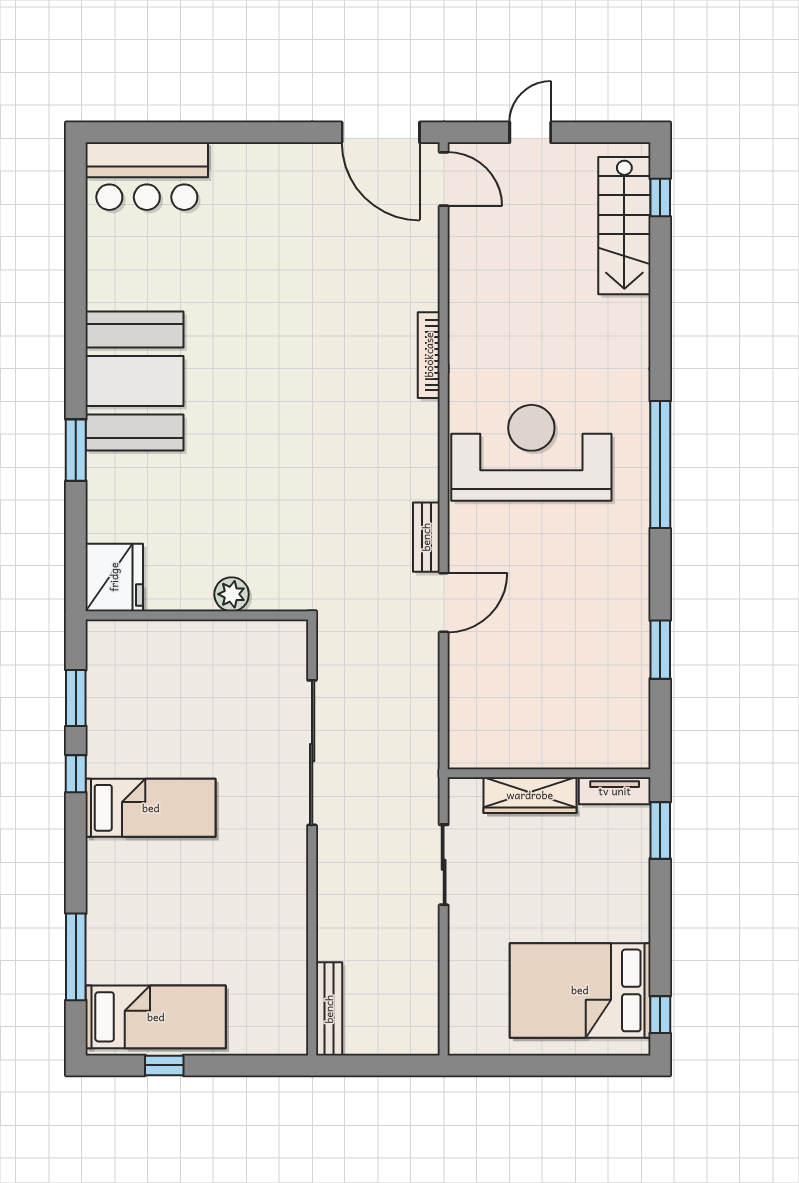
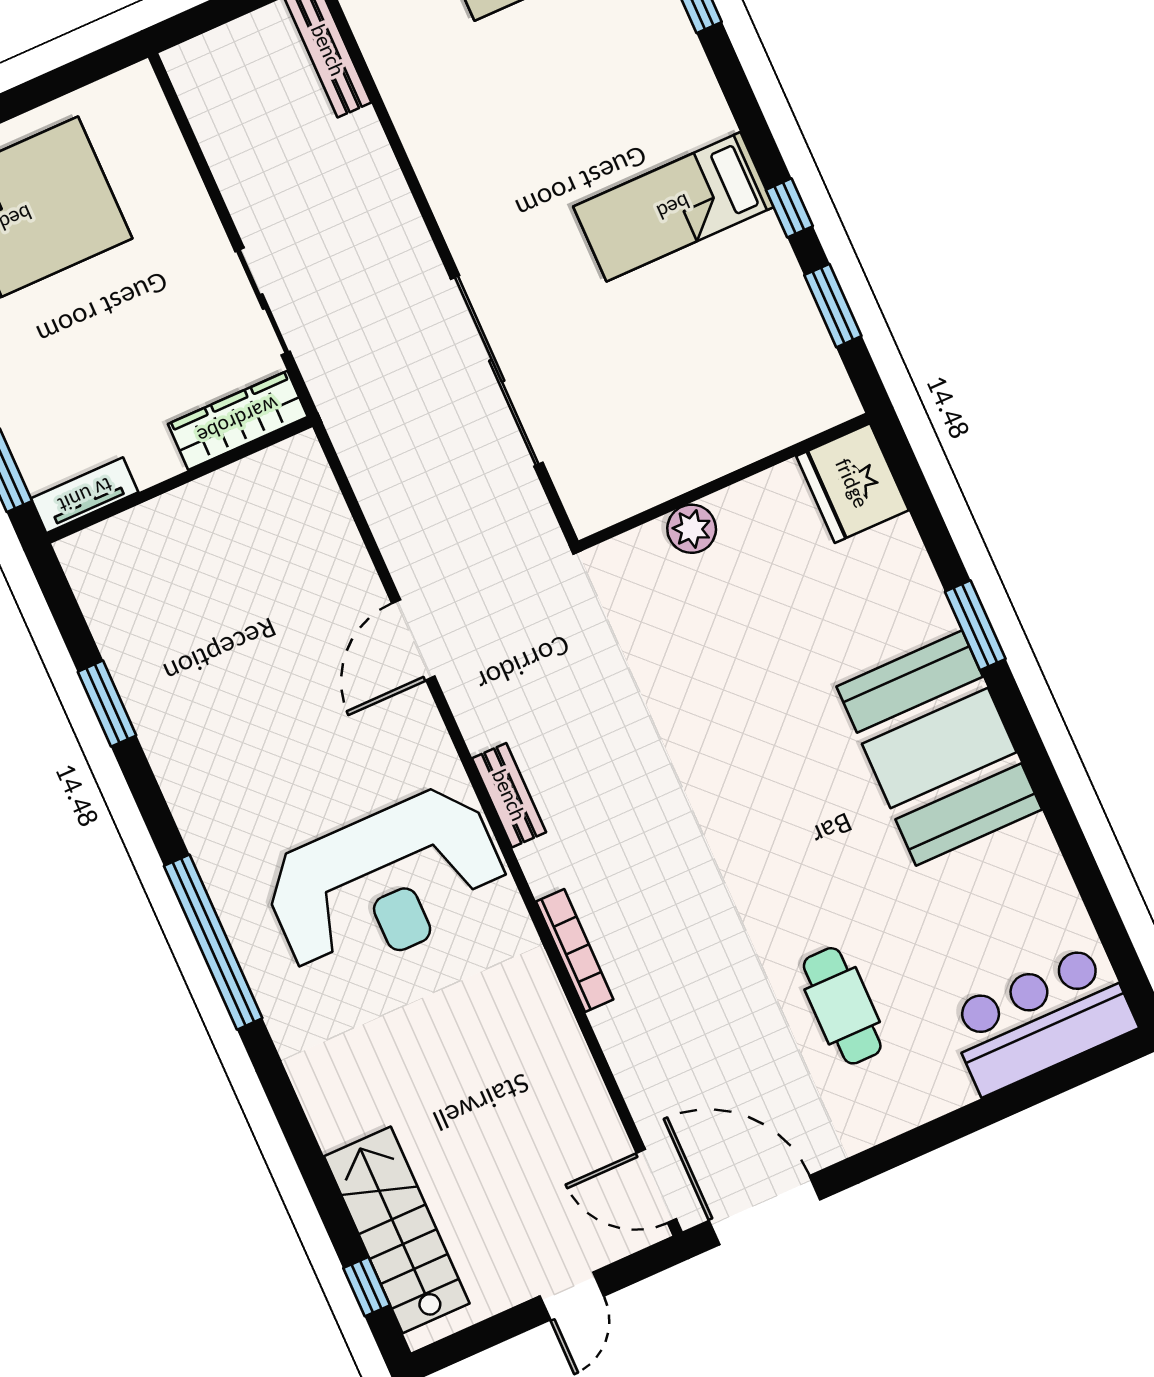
cafe table: (272, 242) -> (842, 1006), added
bench: (426, 537) -> (509, 795), moved
wardrobe: (530, 795) -> (238, 420), moved

